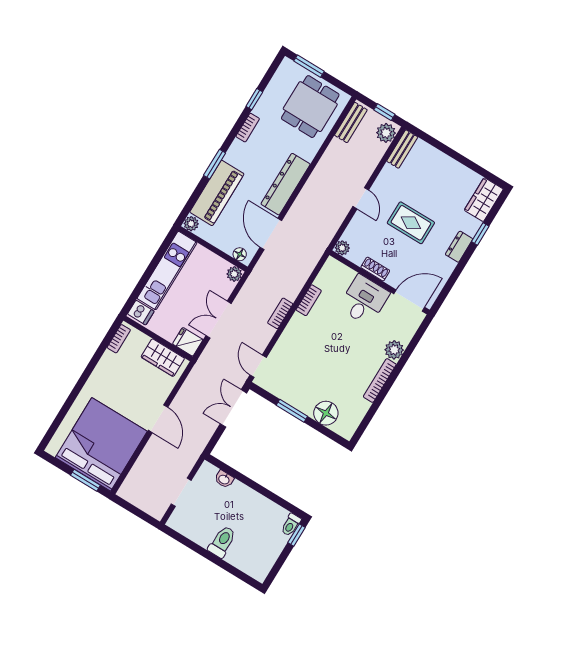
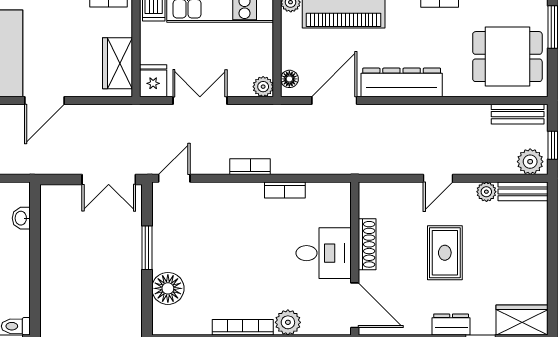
plant: (342, 248) -> (486, 192), moved
shoe rack: (375, 269) -> (367, 244), width x1.43
double door: (233, 408) -> (109, 179), swing flipped

